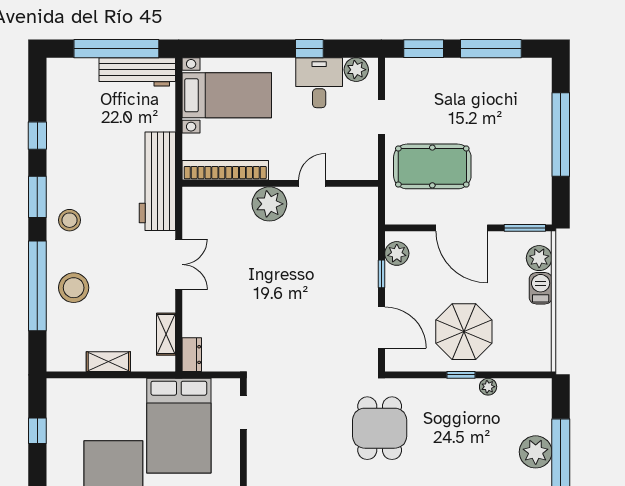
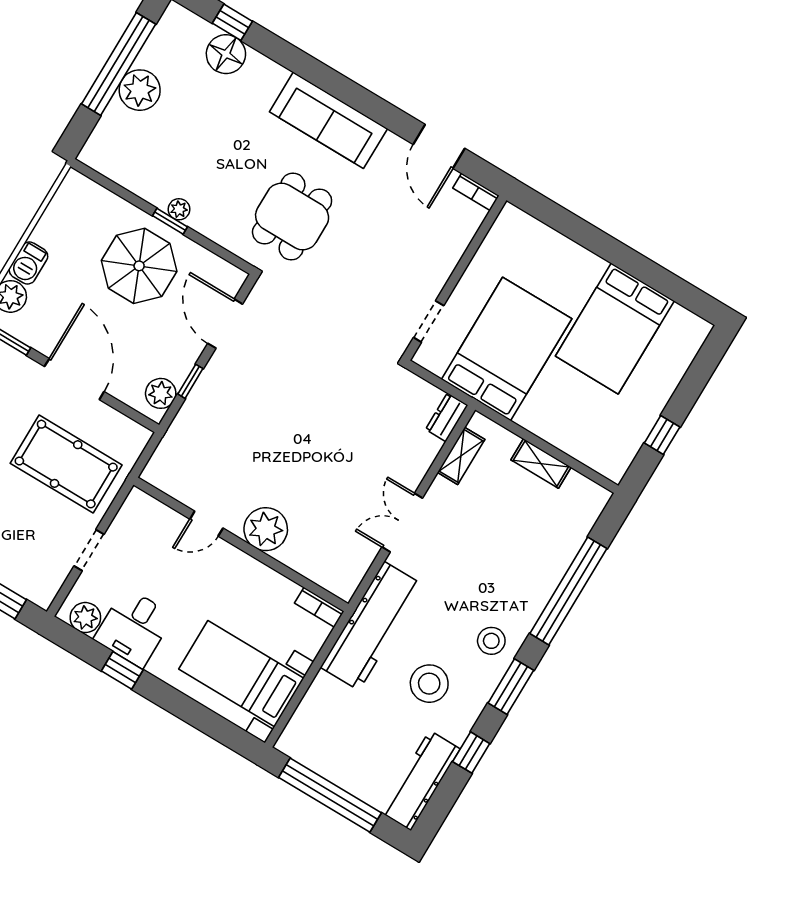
workbench: (137, 72) -> (420, 781), moved, turned -90
bookcase: (225, 170) -> (319, 607), width x0.43, depth x0.76
stool: (74, 288) -> (429, 684), moved
plant: (488, 387) -> (179, 209), moved

